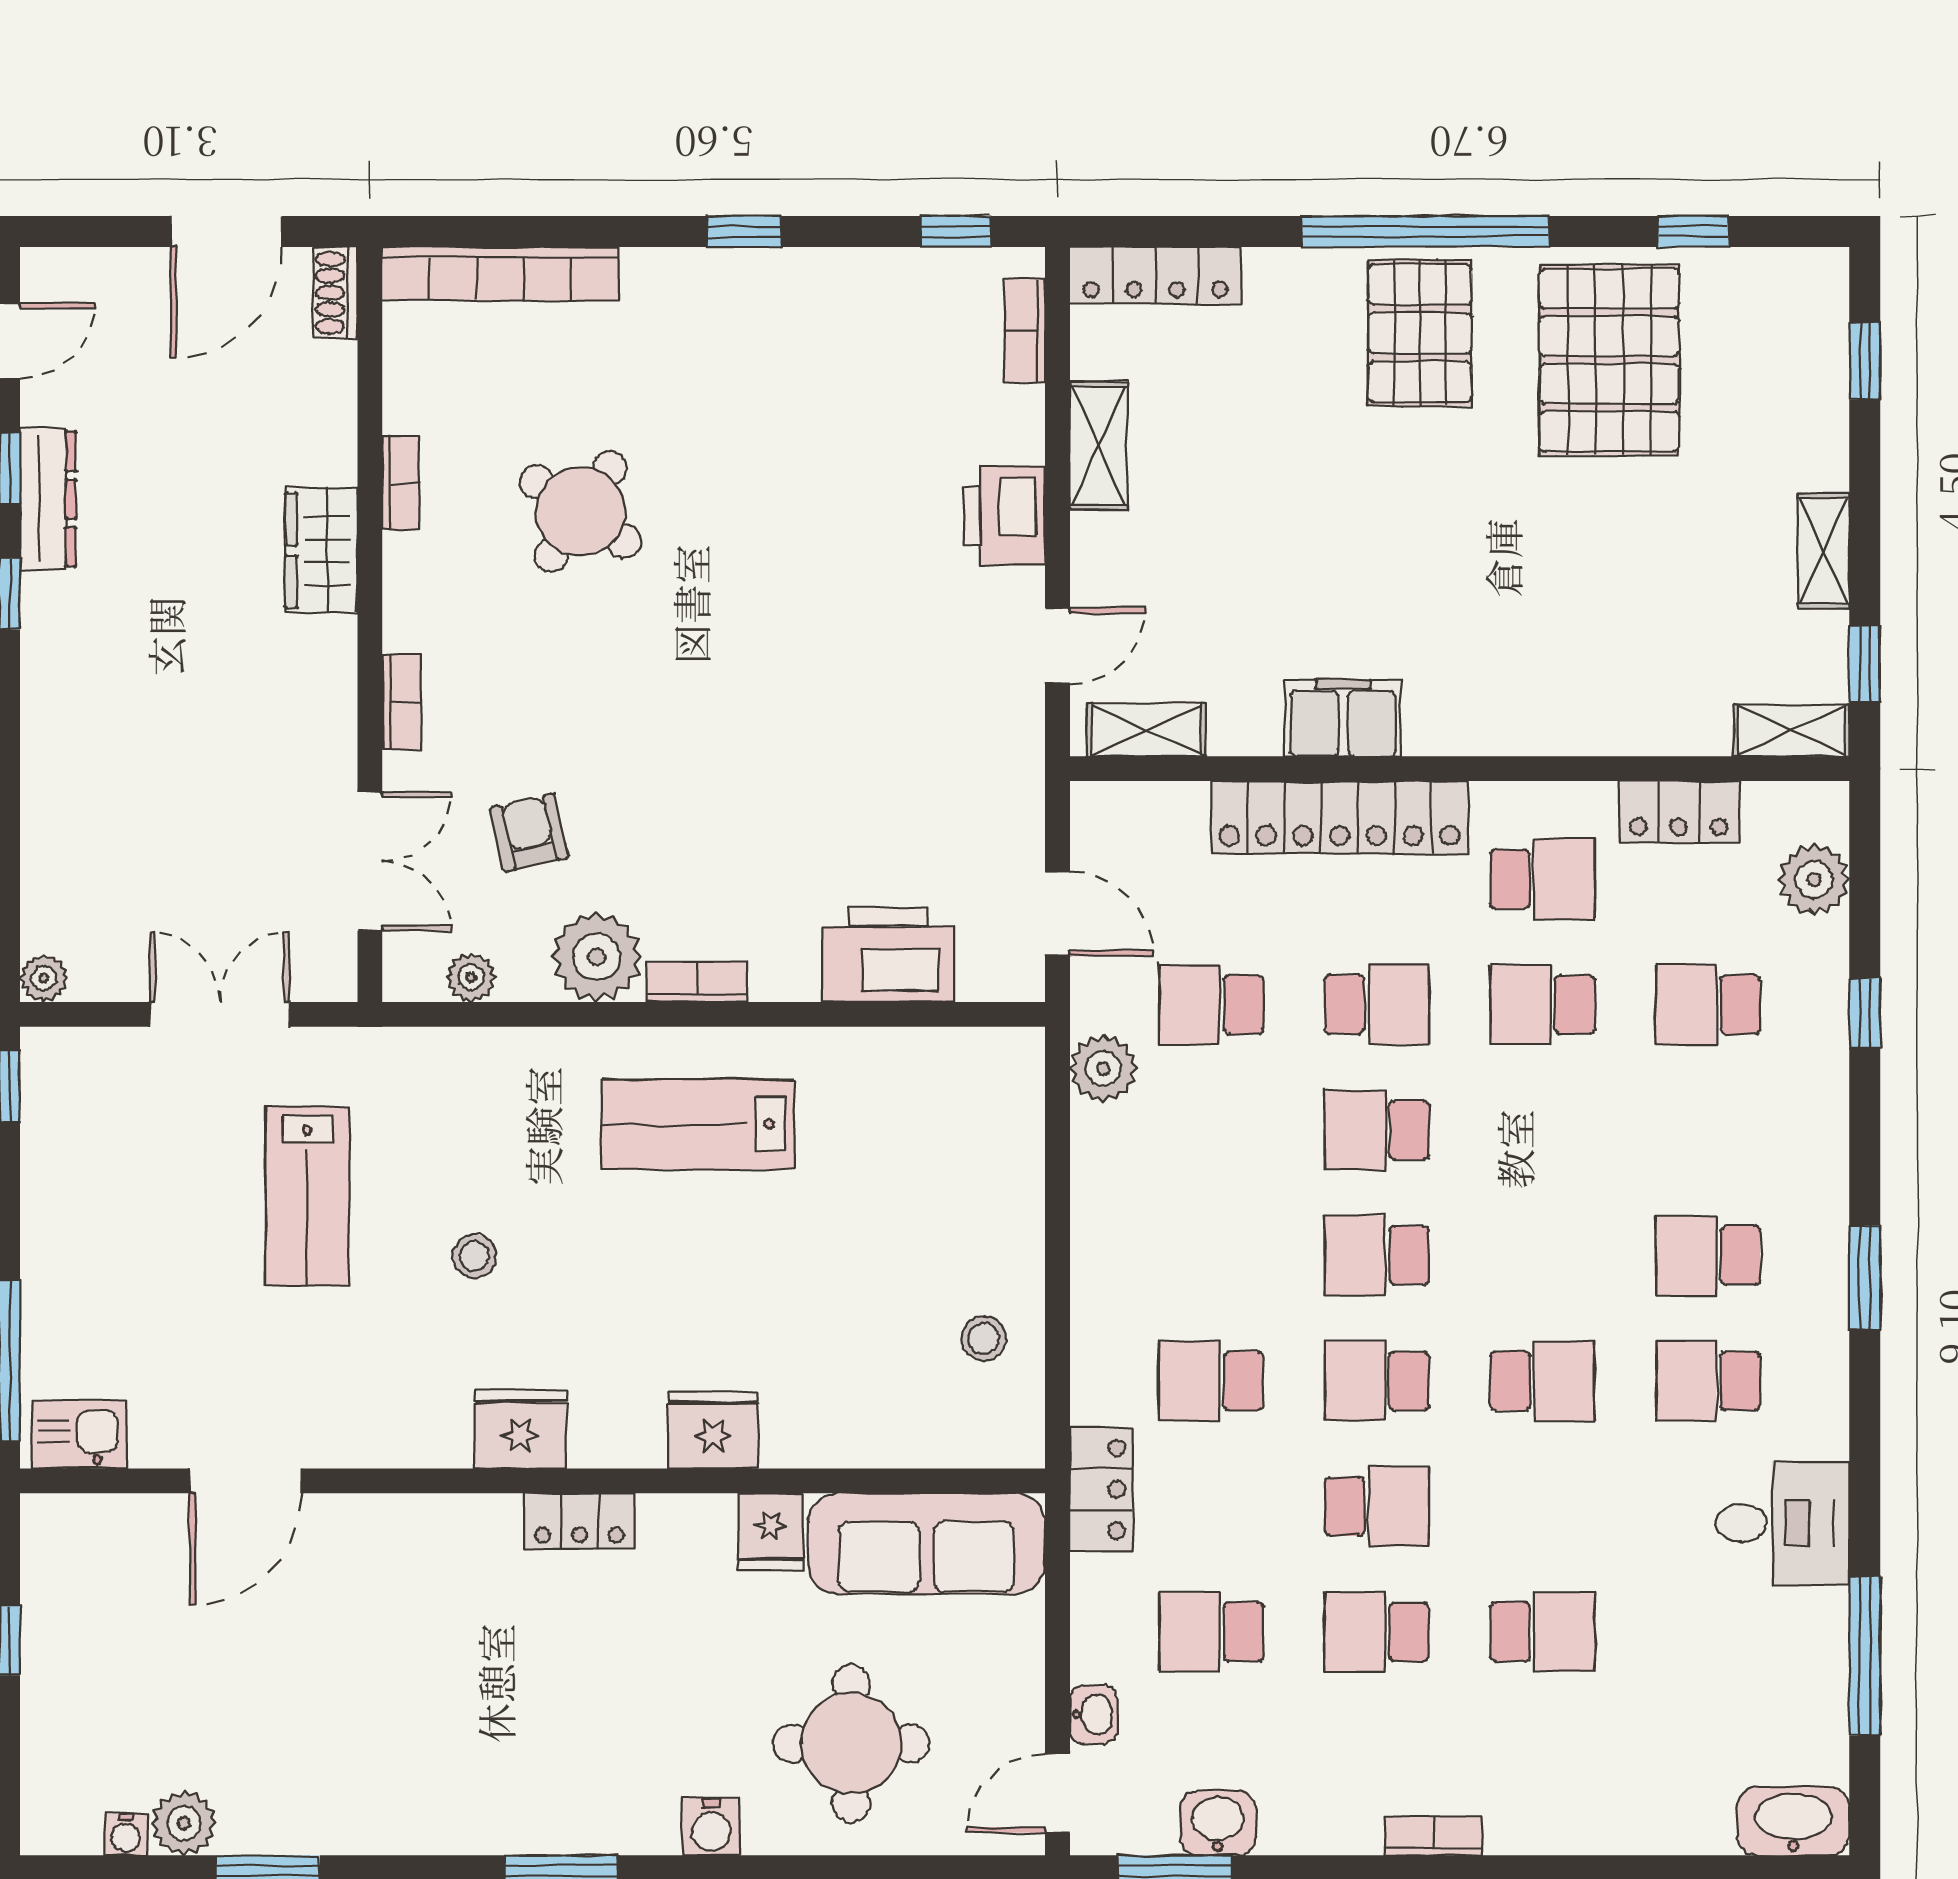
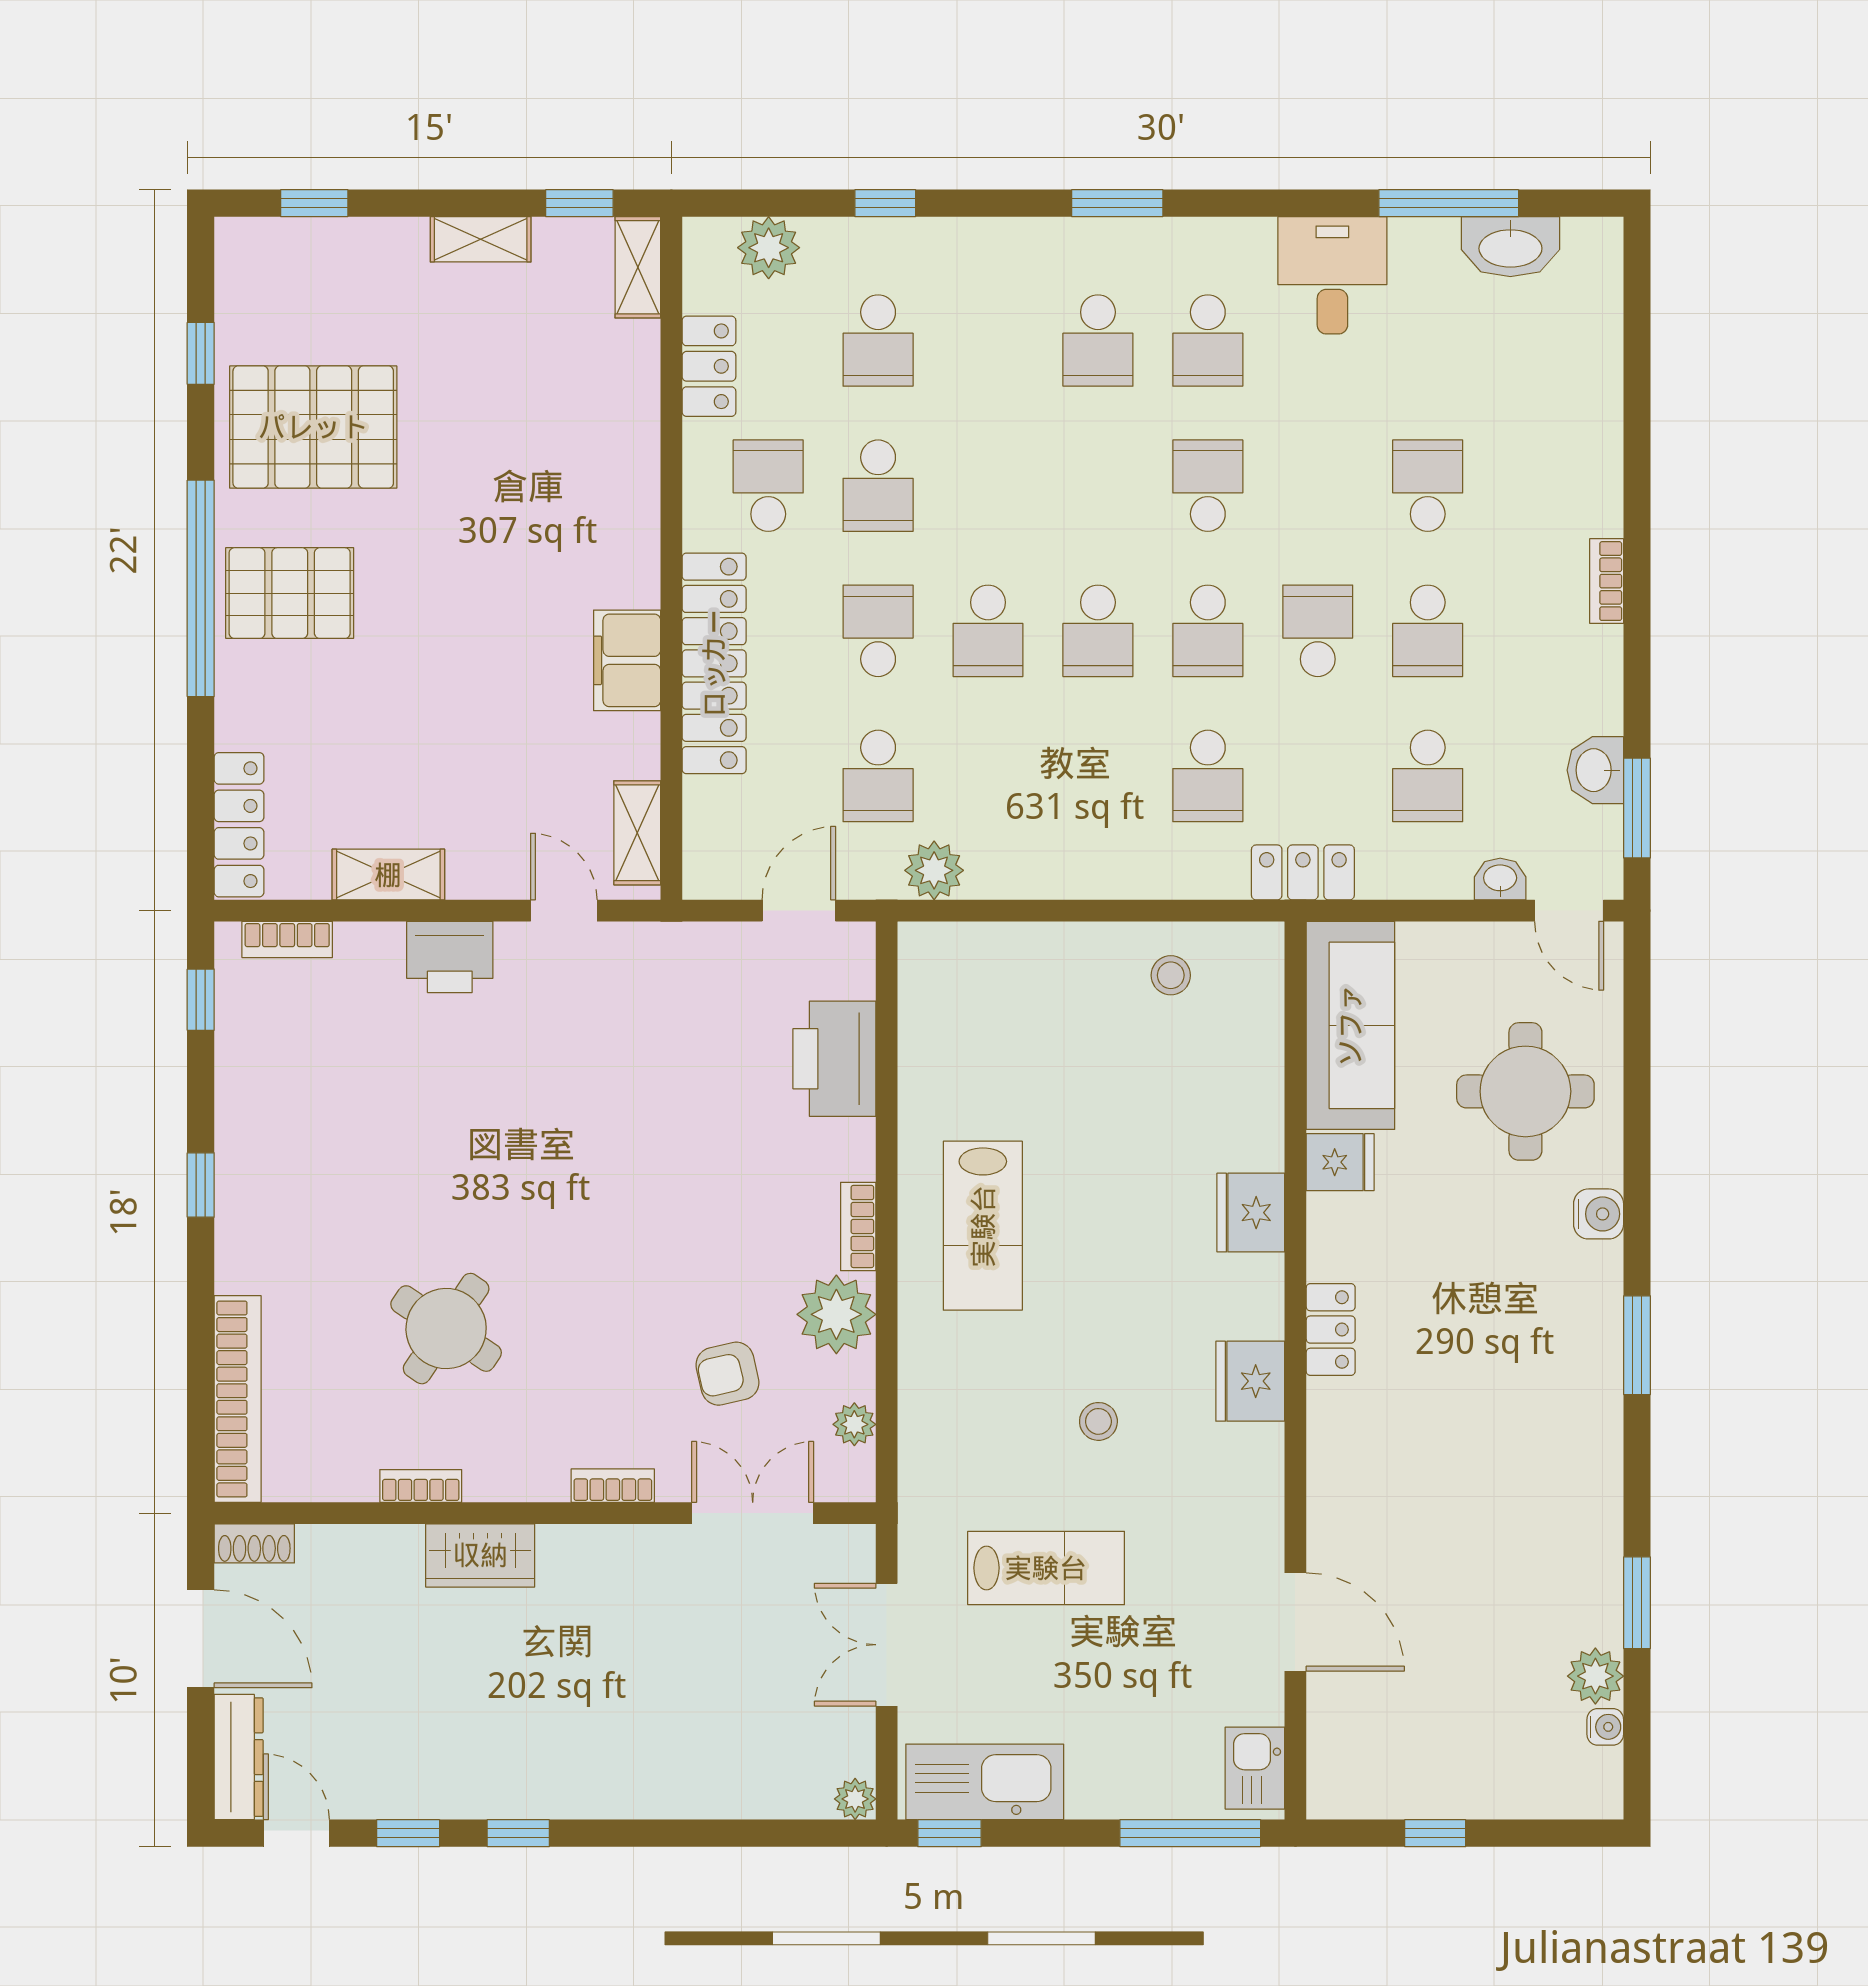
dresser: (48, 499) -> (239, 1757), moved, turned 90
kitchen sink: (63, 1126) -> (985, 1782), added
washbasin: (1793, 1821) -> (1510, 247), moved, turned -90

